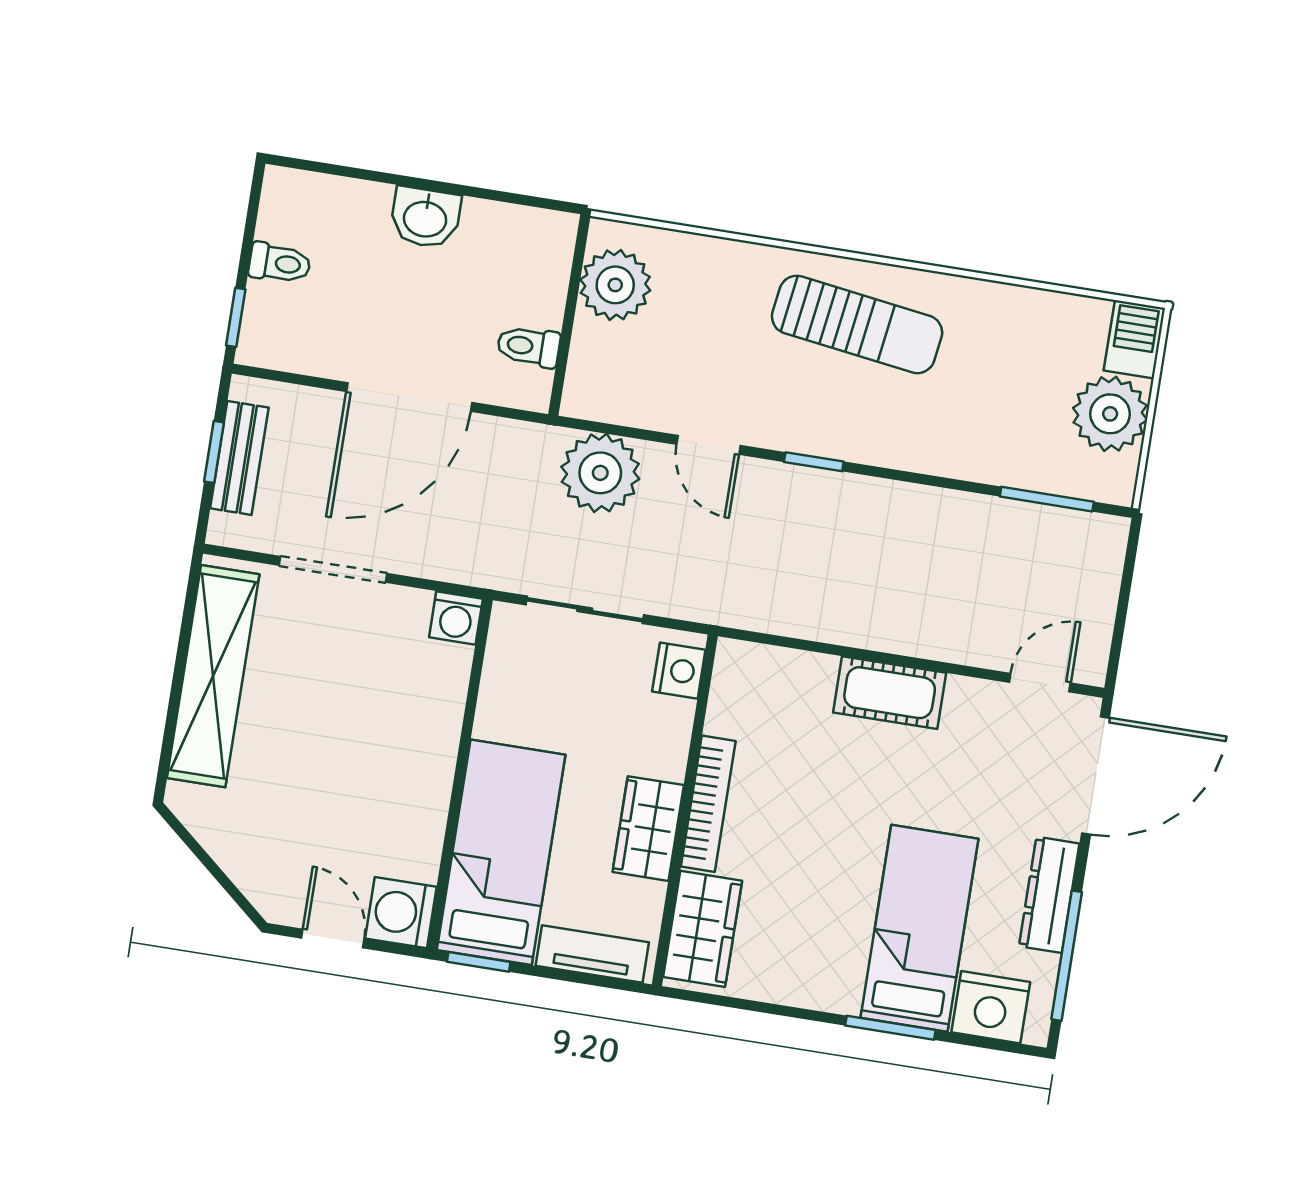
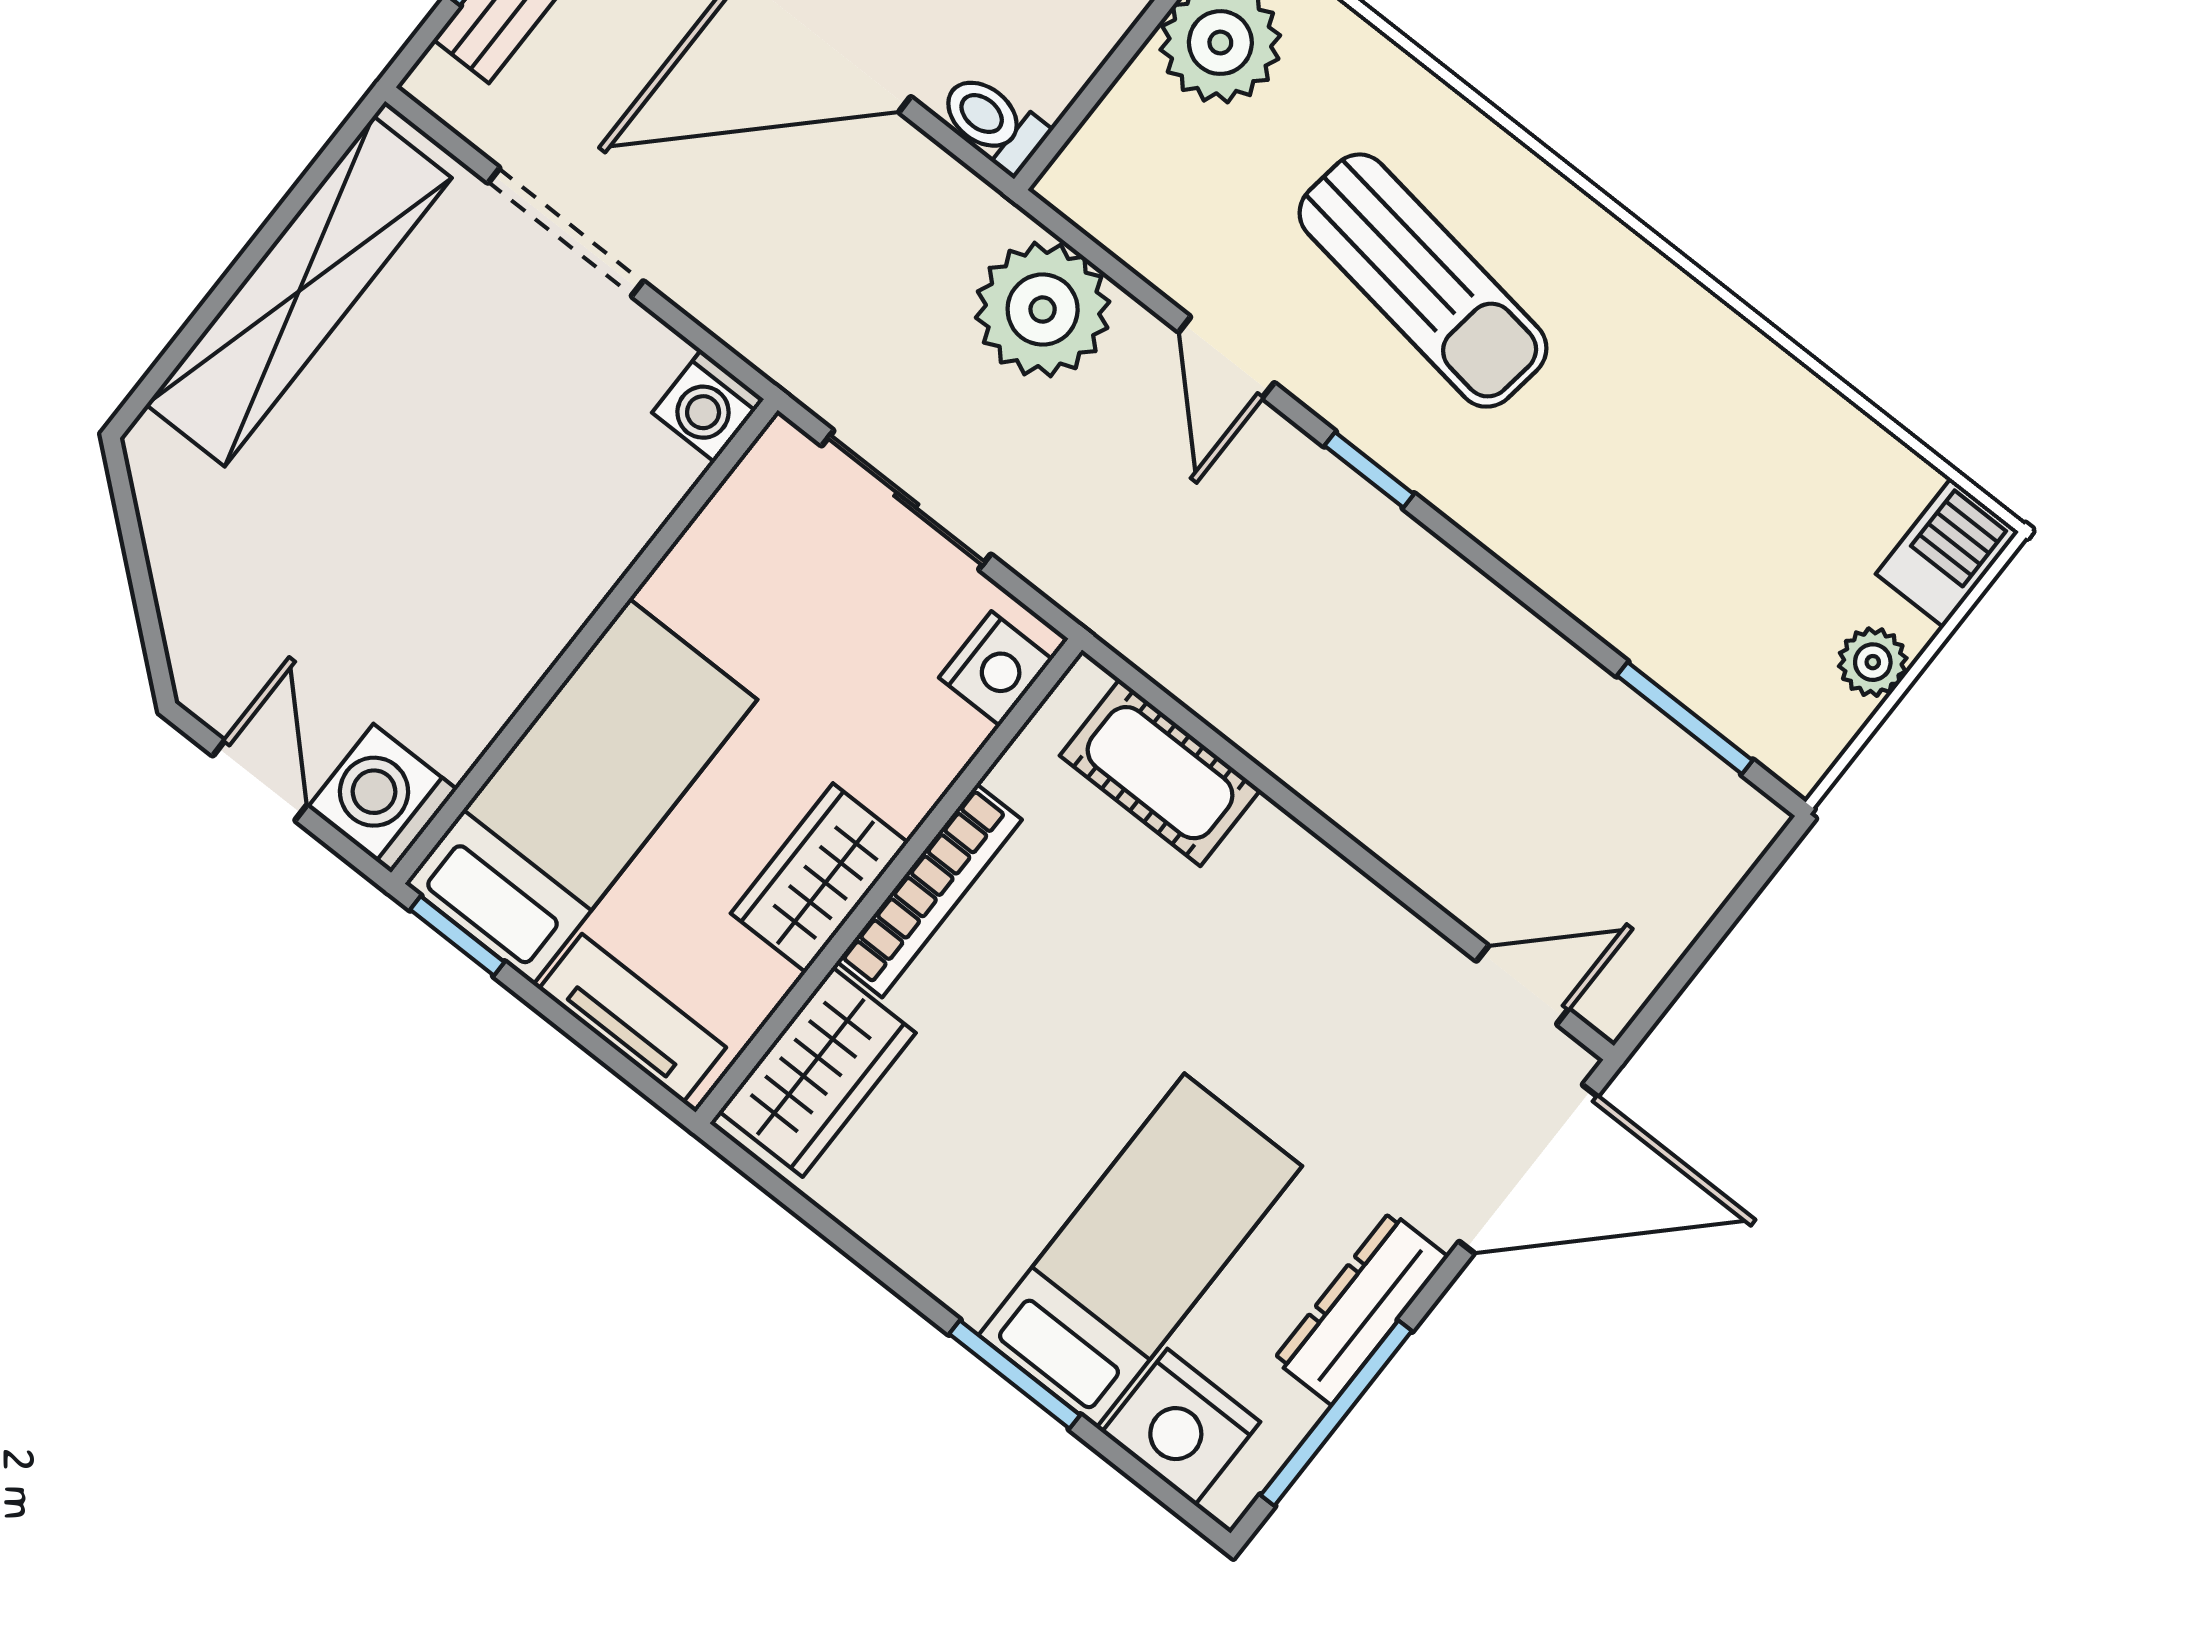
sun lounger: (857, 324) -> (1423, 281), moved
toilet: (528, 346) -> (993, 122), moved
plant: (1110, 414) -> (1873, 662), width x0.53, depth x0.53
cot: (890, 693) -> (1160, 773), moved

